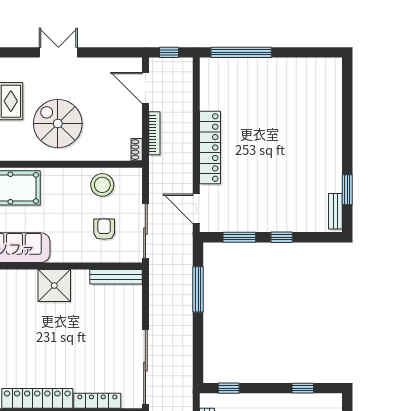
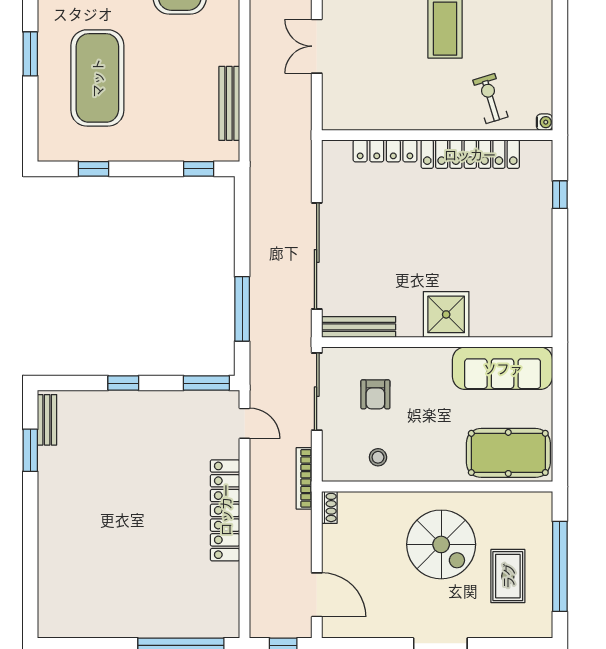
bookcase: (154, 133) -> (304, 478), moved
stool: (102, 185) -> (378, 457), width x0.53, depth x0.53
door: (196, 209) -> (244, 423), width x0.73
window: (239, 237) -> (206, 383), moved
sliding door: (145, 367) -> (317, 256), moved

